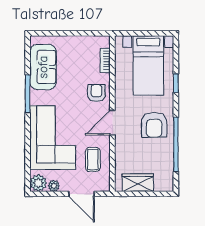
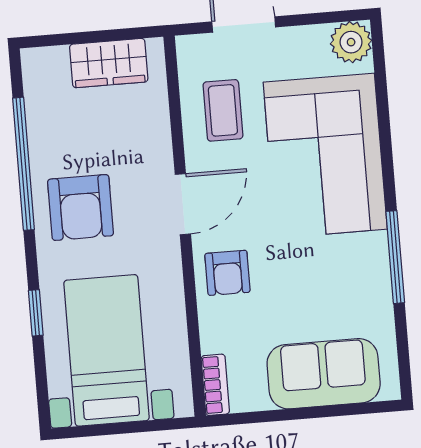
bookcase: (105, 60) -> (215, 385), moved
sofa: (43, 67) -> (324, 374), moved, turned 90
armchair: (154, 125) -> (81, 207), turned 180
plant: (54, 186) -> (313, 38), removed

